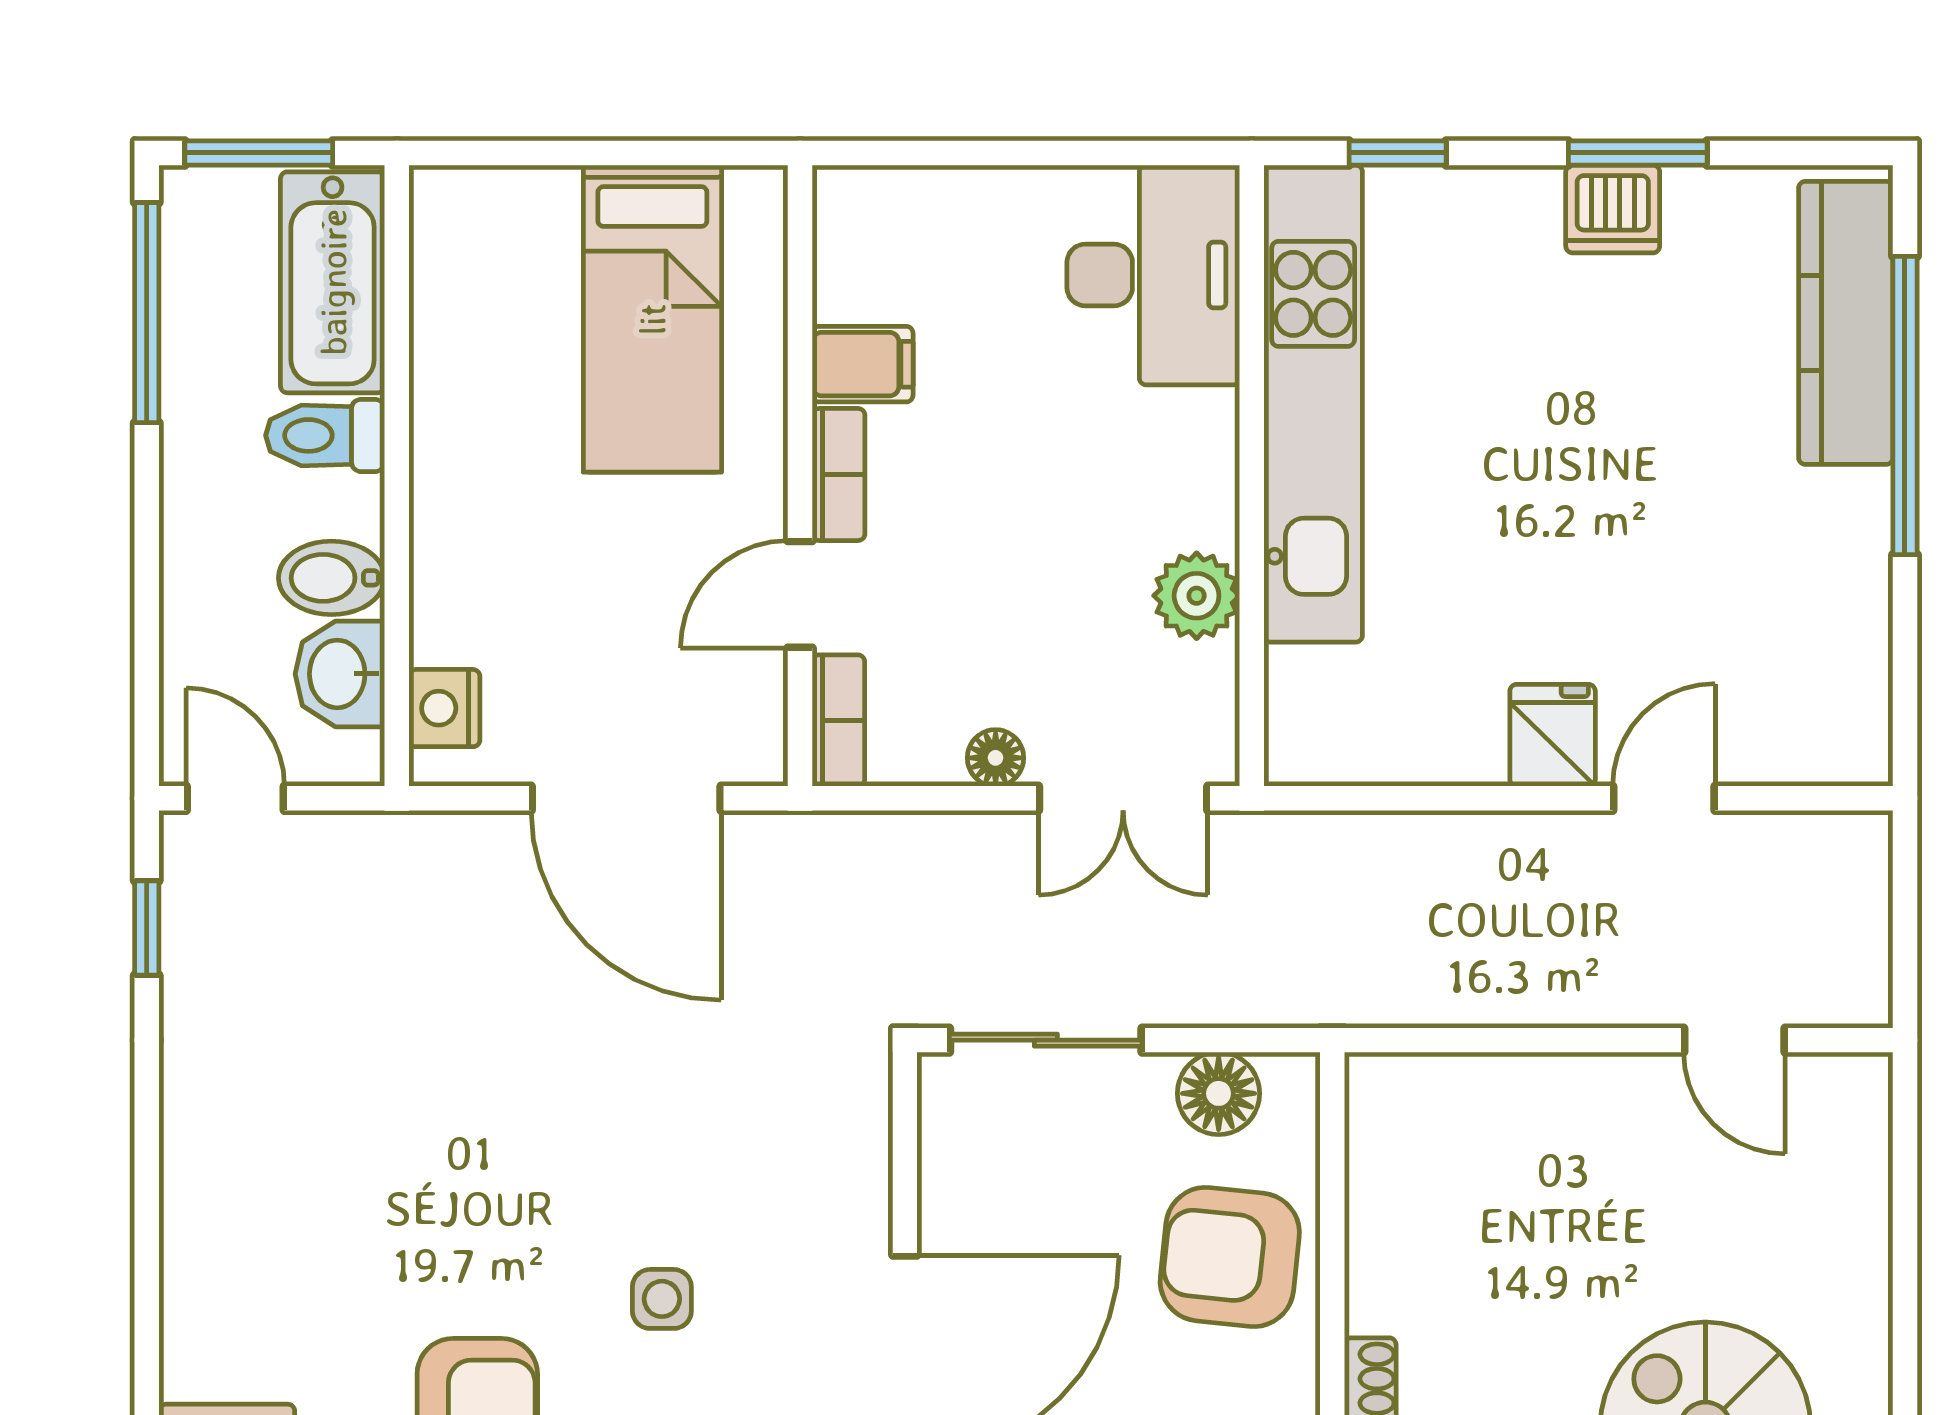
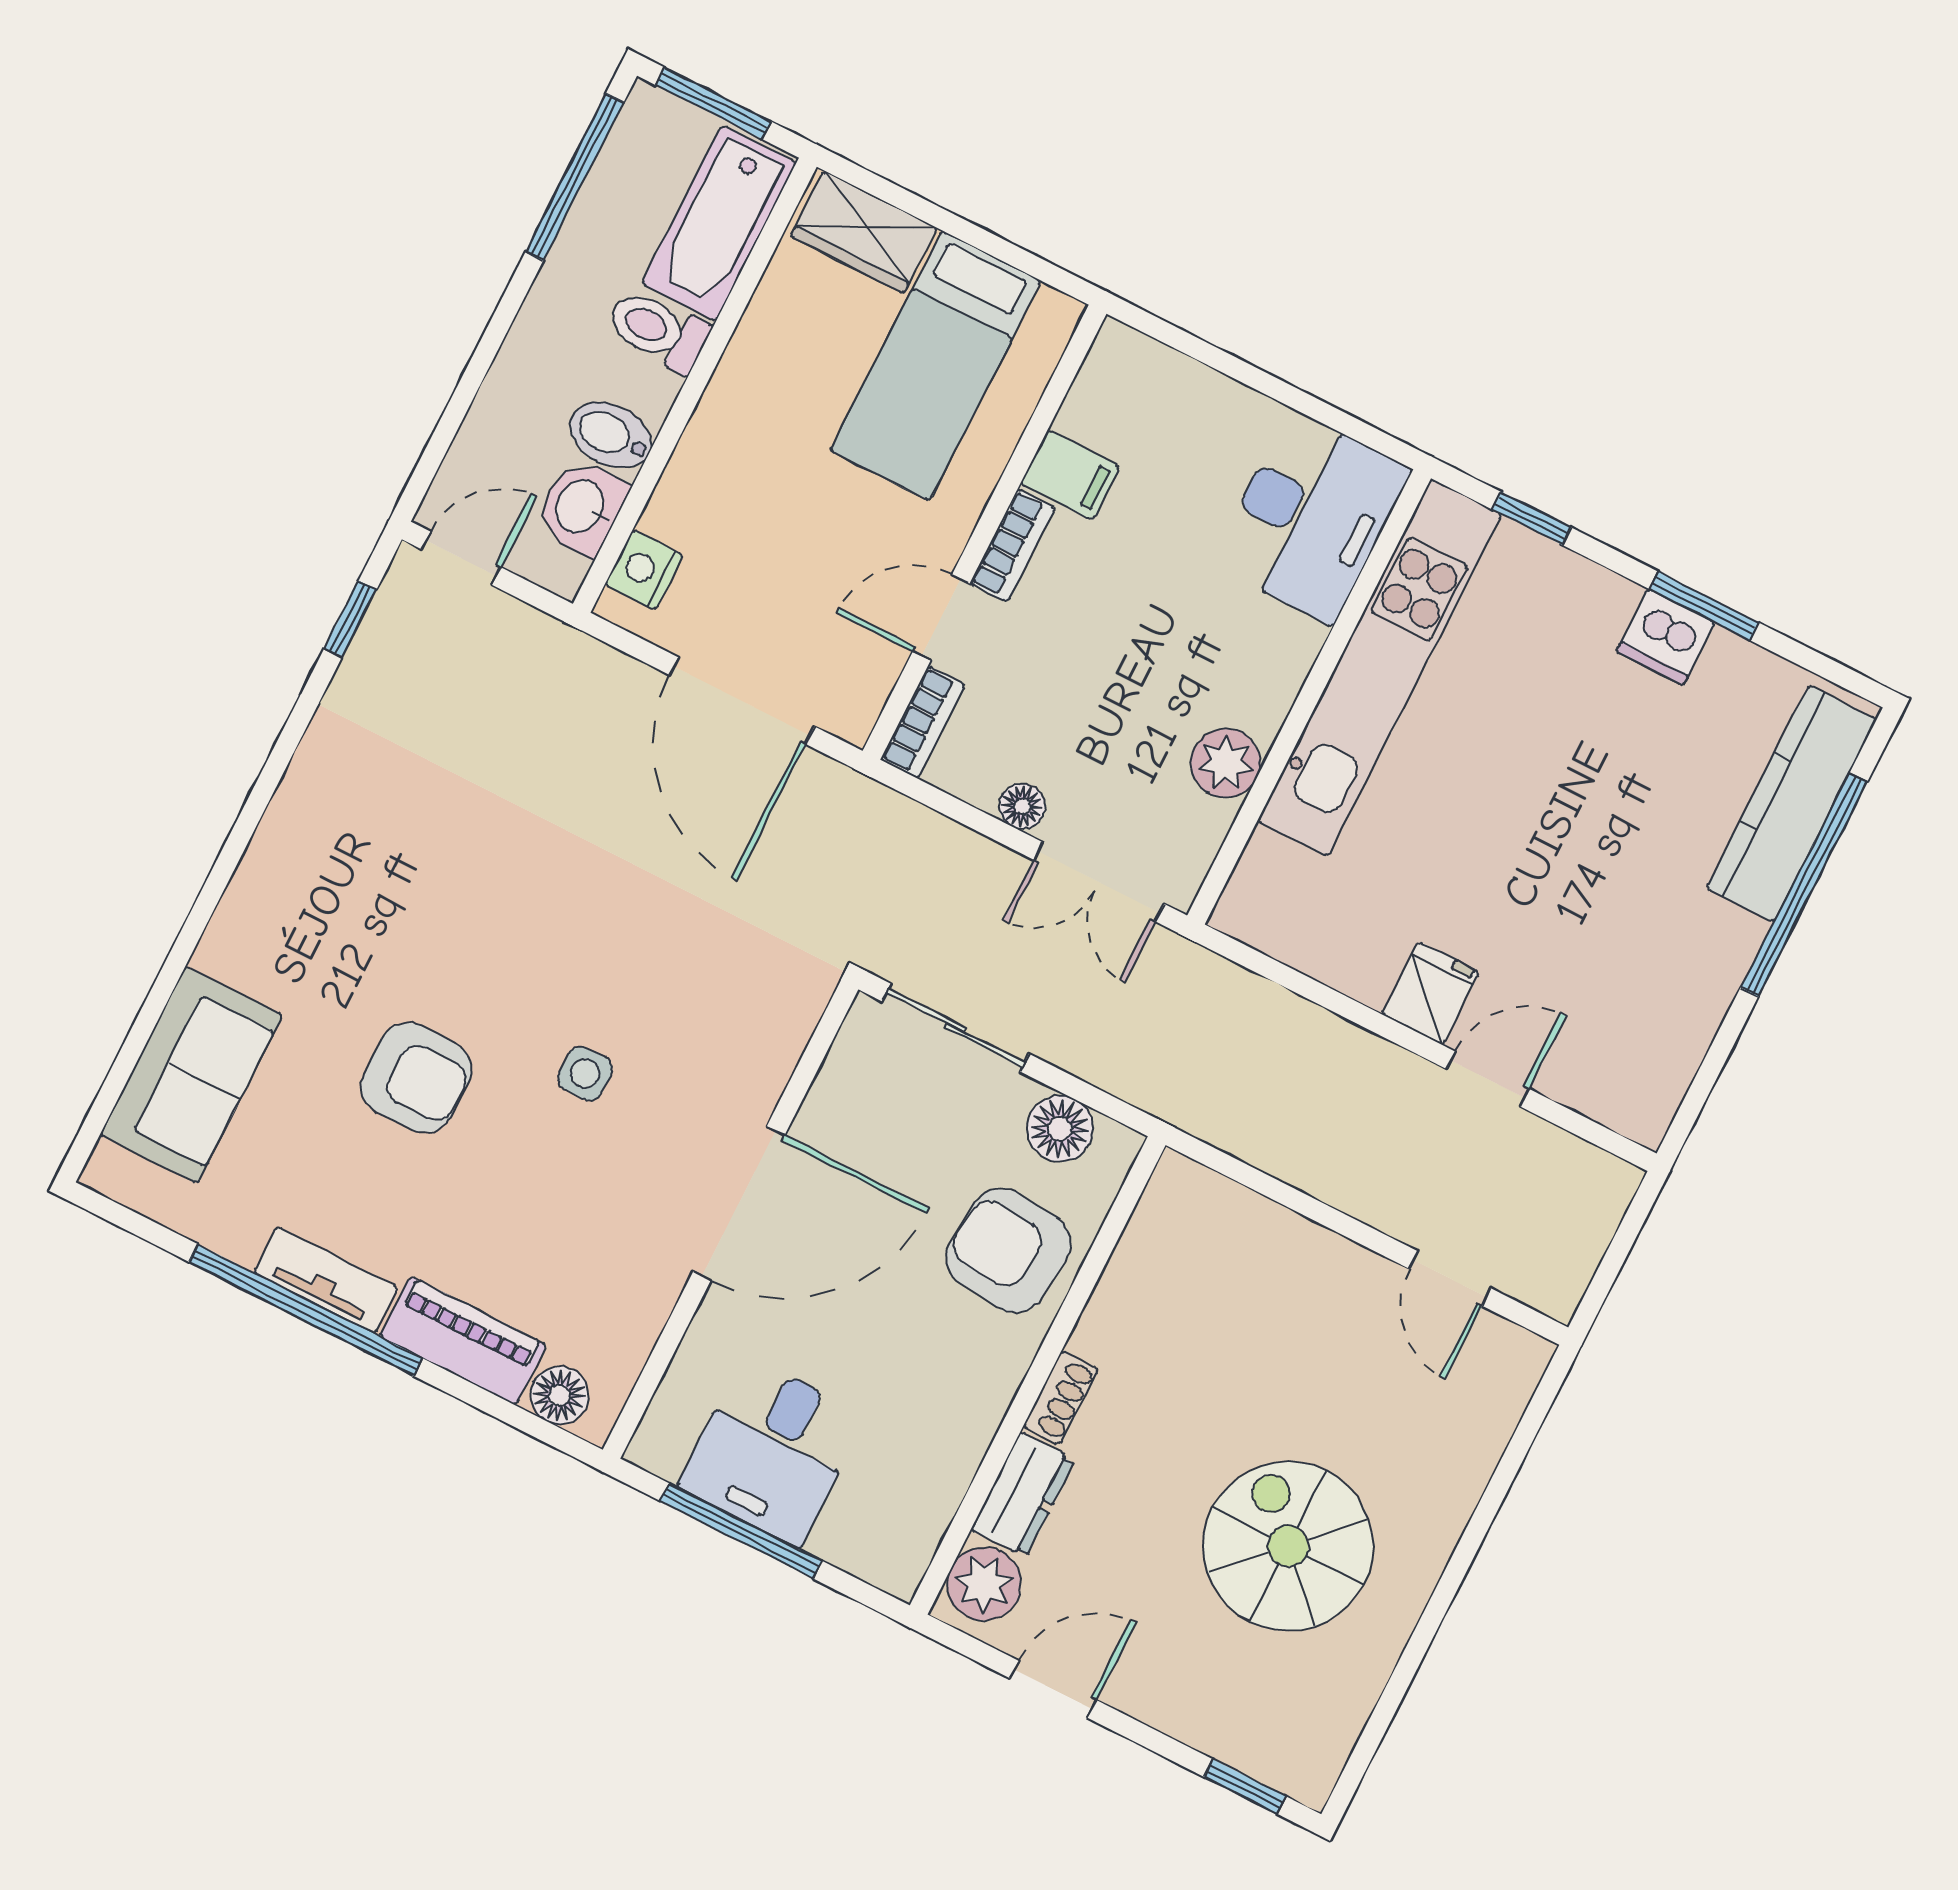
wardrobe: (498, 211) -> (864, 232), added
door: (235, 798) -> (461, 558), hinge flipped

